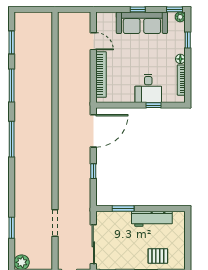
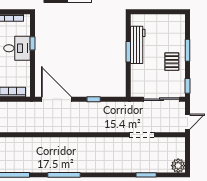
window: (123, 208) -> (128, 52), moved
pallet: (158, 256) -> (172, 62), moved

